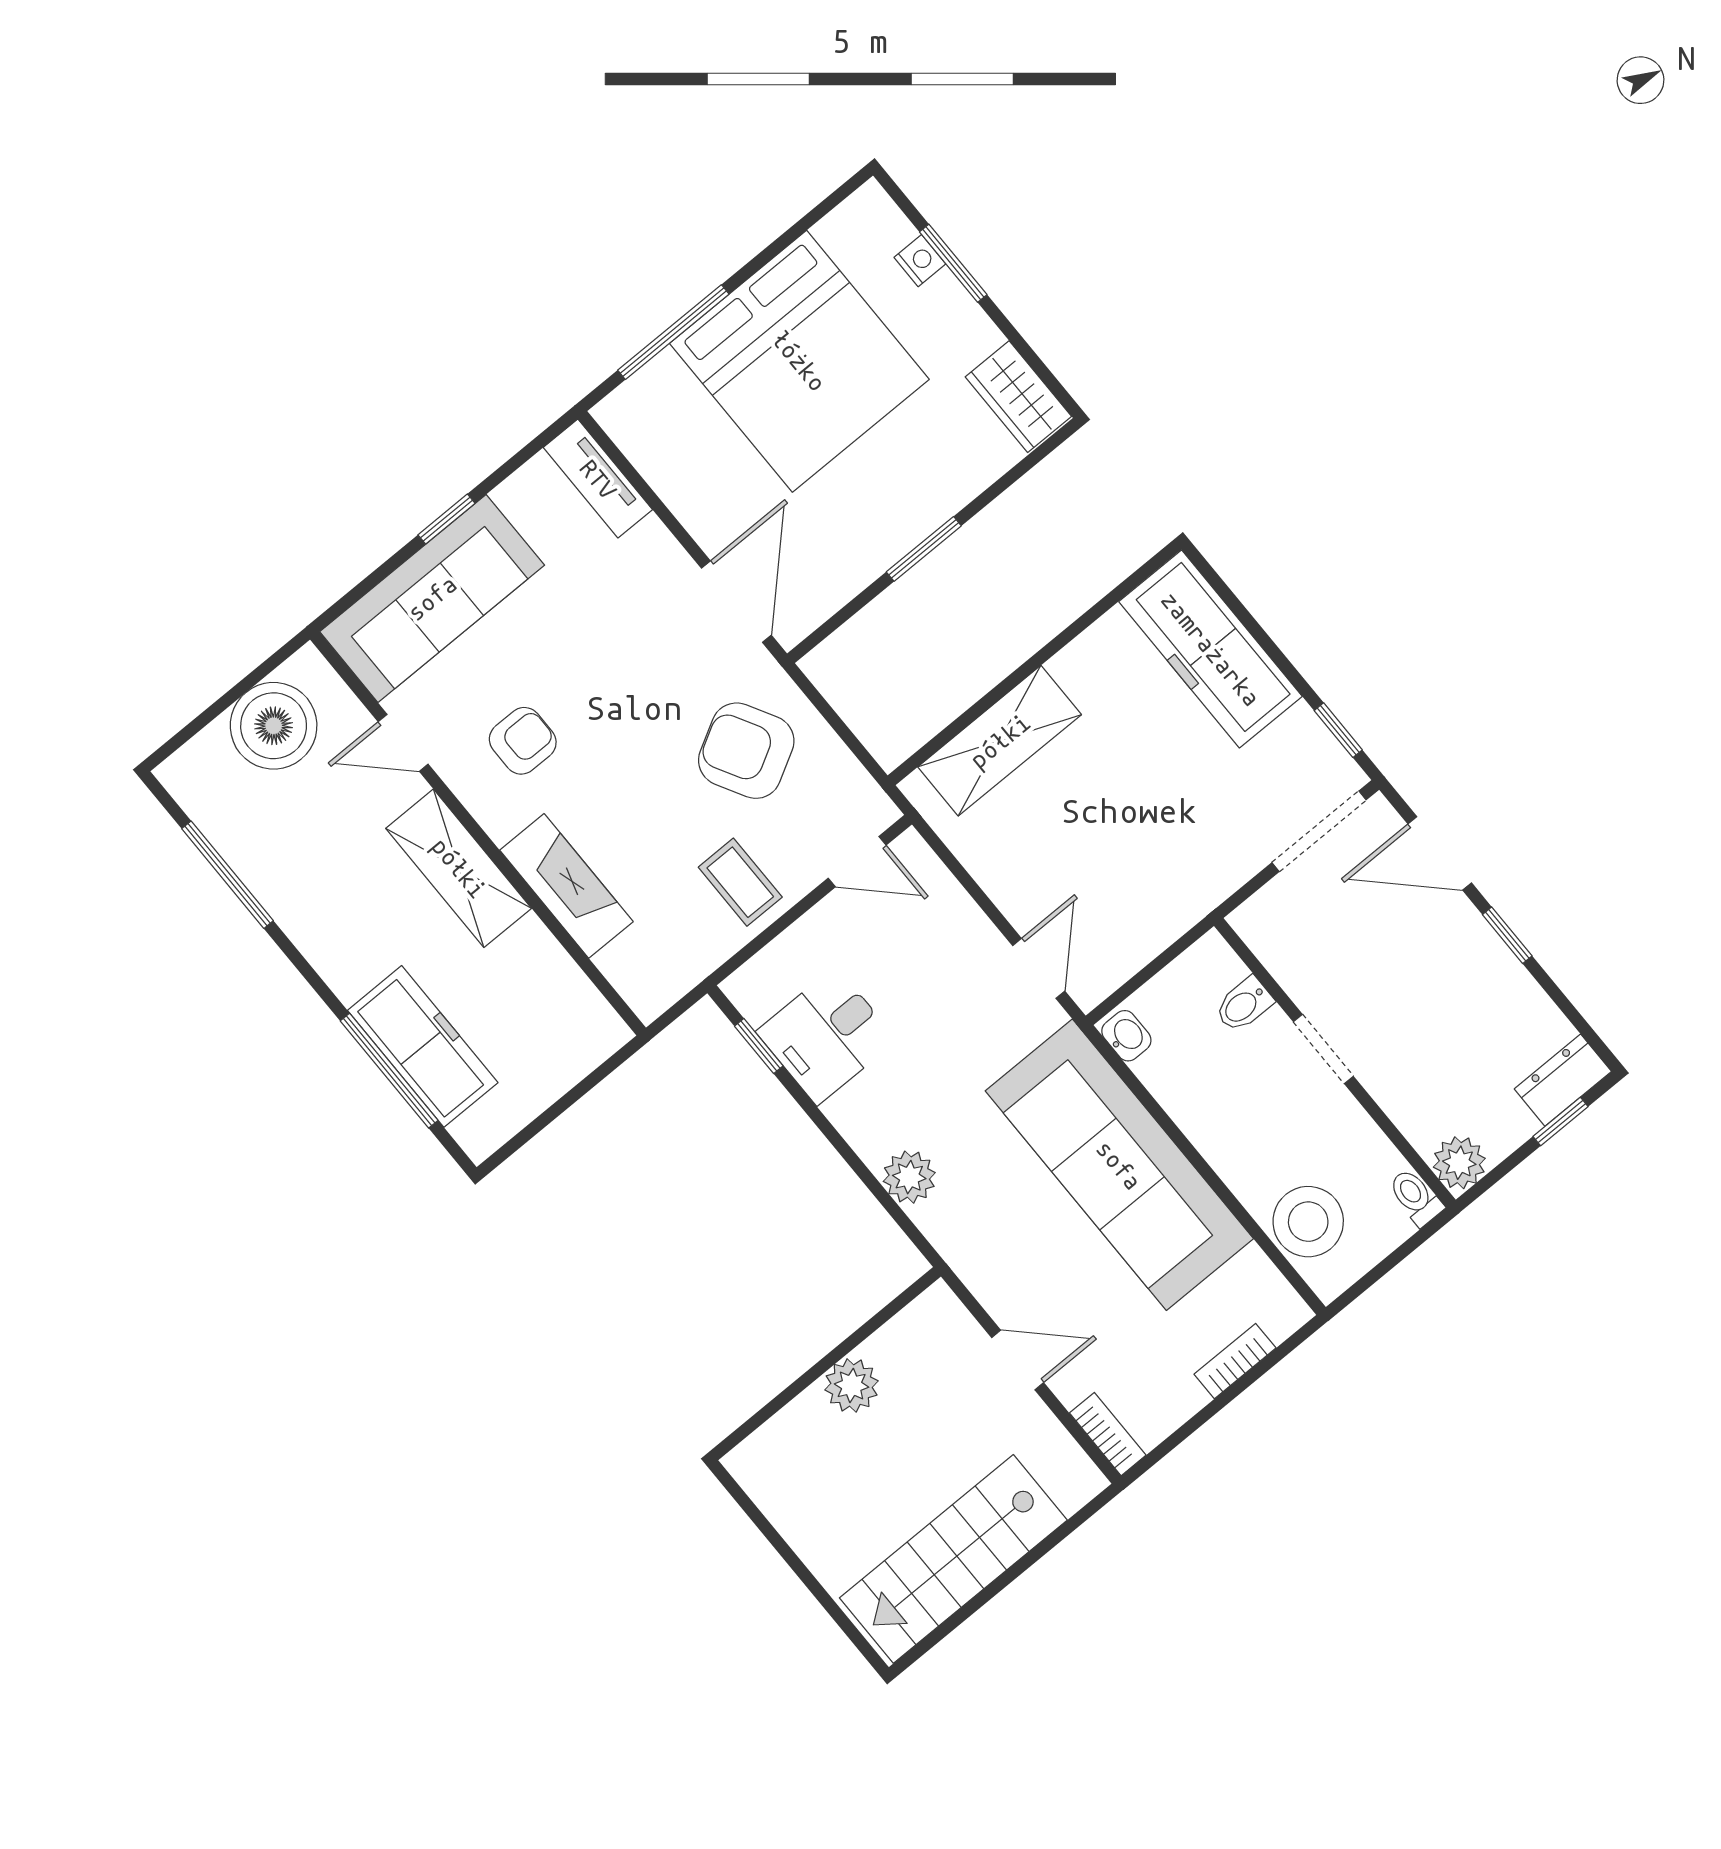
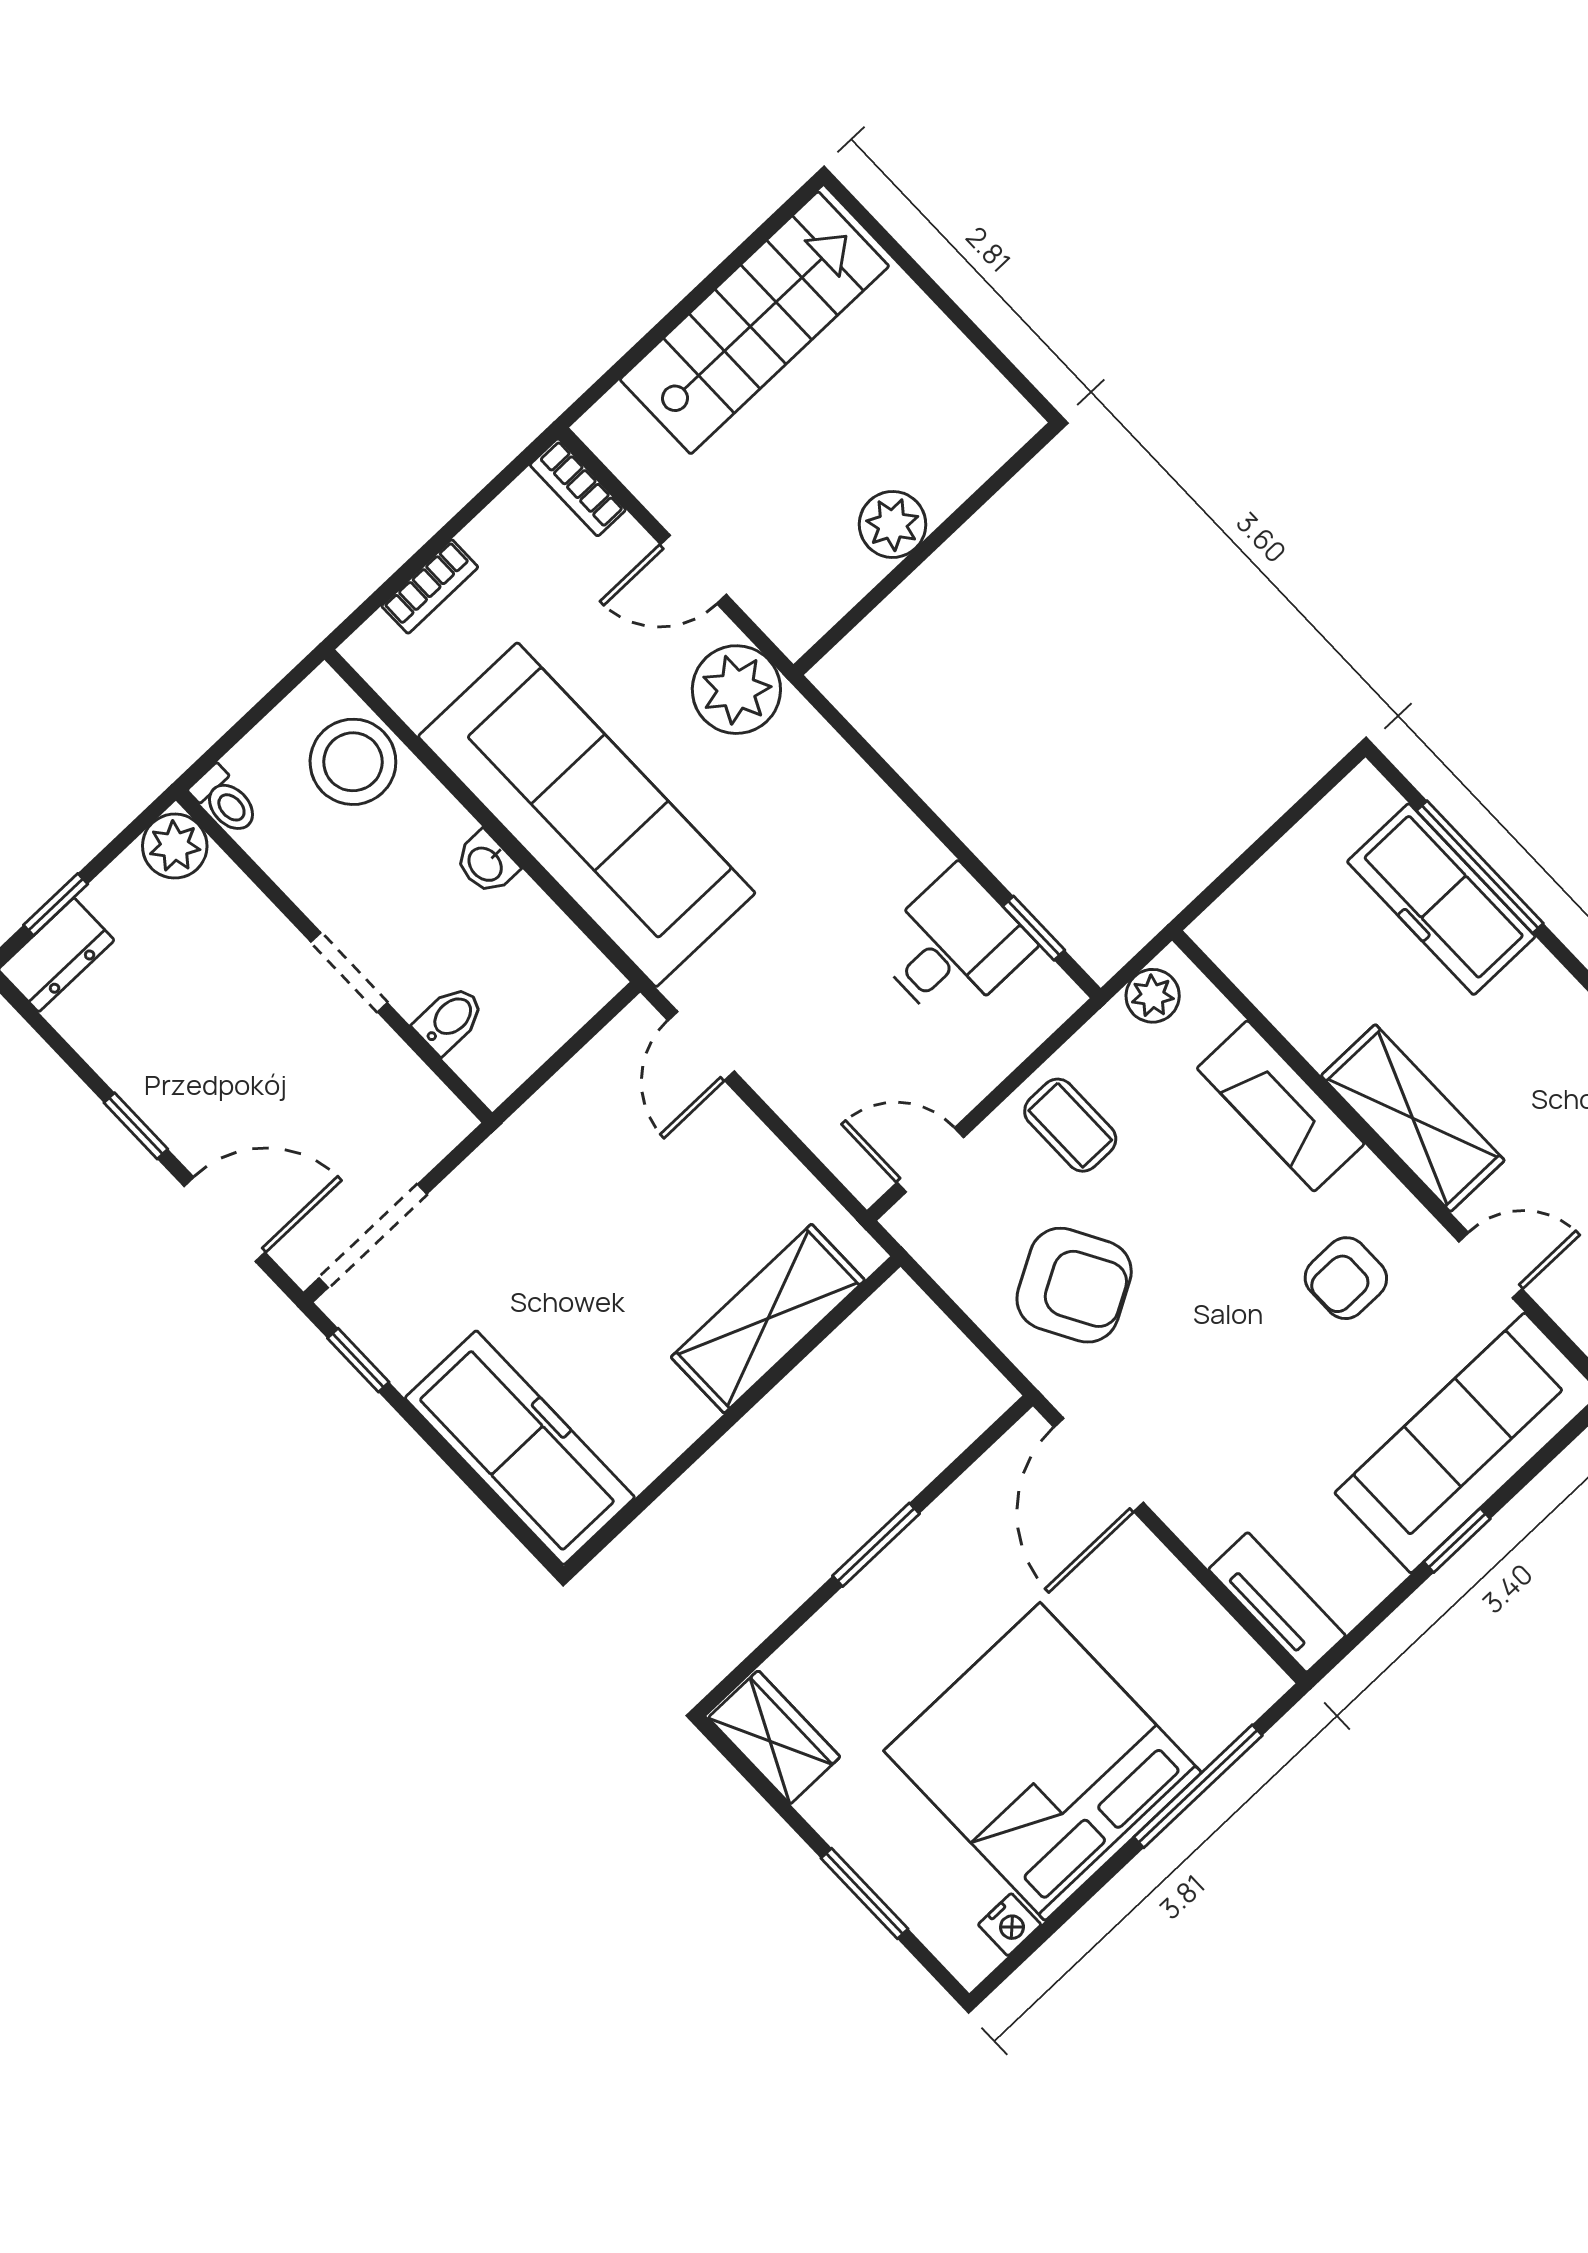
nightstand: (920, 261) -> (1010, 1925), moved, turned -90
plant: (665, 984) -> (1153, 996), added
washbasin: (1126, 1036) -> (486, 863), moved
plant: (909, 1177) -> (736, 690), moved, width x1.36, depth x1.36

